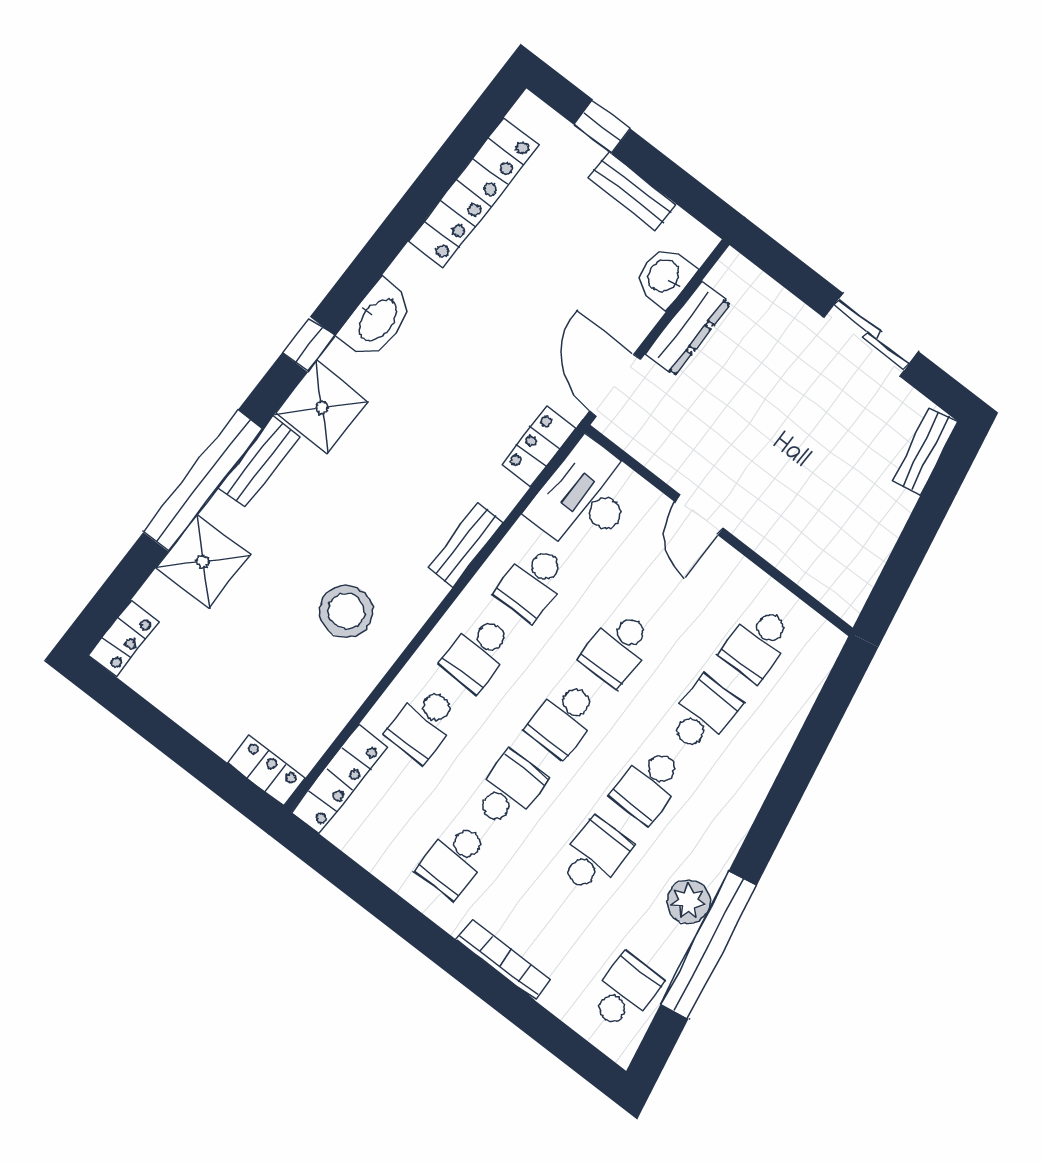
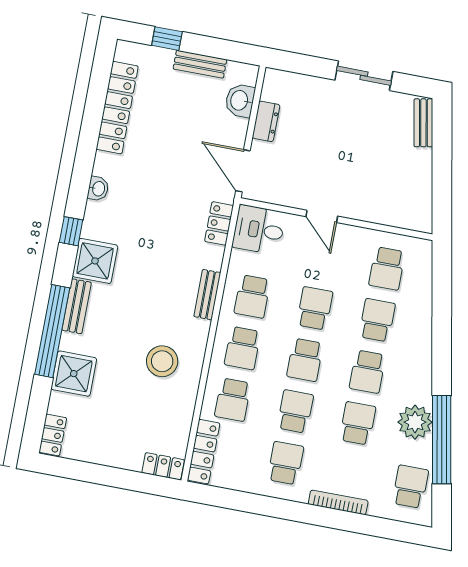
washbasin: (377, 319) -> (98, 189), width x0.52, depth x0.69
dresser: (688, 328) -> (266, 121), width x0.70
desk: (585, 498) -> (259, 230), width x0.73
school desk: (618, 649) -> (315, 308), turned 180
school desk: (454, 860) -> (285, 463), turned 180
plant: (689, 902) -> (415, 422), width x1.36, depth x1.36

